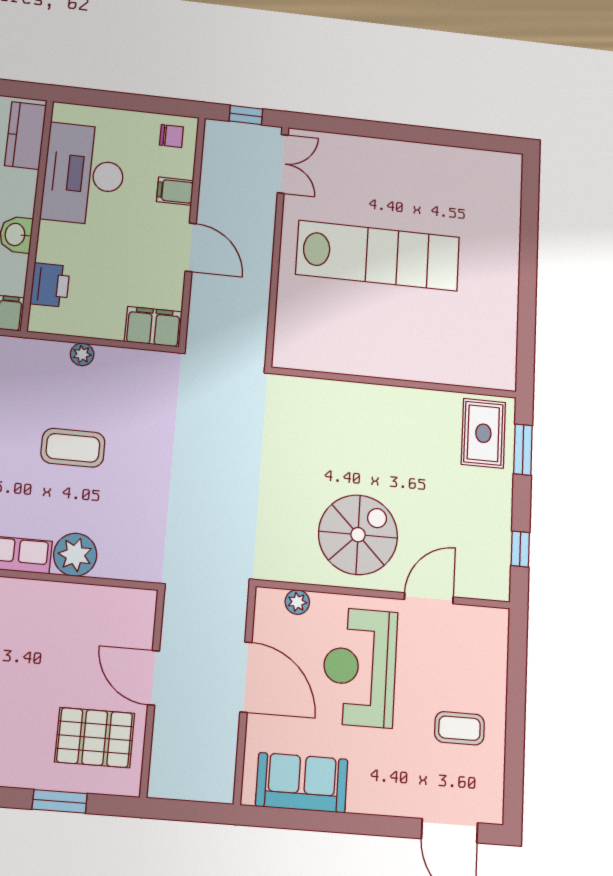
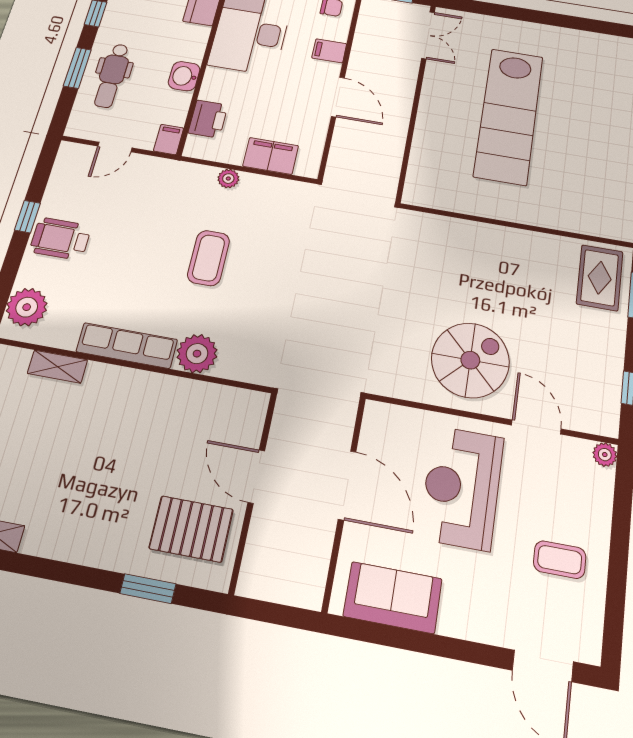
lab bench: (378, 256) -> (509, 116), turned 90
filing cabinet: (153, 327) -> (271, 156), moved
coffee table: (73, 448) -> (209, 258), turned 90
door: (429, 598) -> (536, 427), hinge flipped
plant: (297, 602) -> (605, 455), moved

